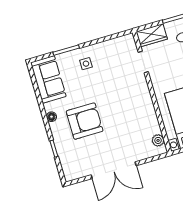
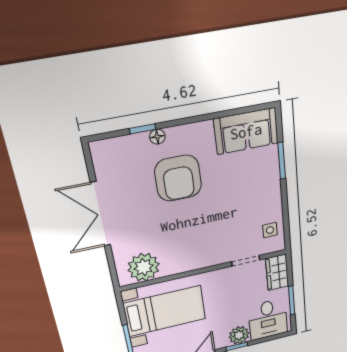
side table: (86, 64) -> (270, 230), moved
floor lamp: (51, 117) -> (157, 137), moved
plant: (158, 140) -> (144, 267), width x1.88, depth x1.88

